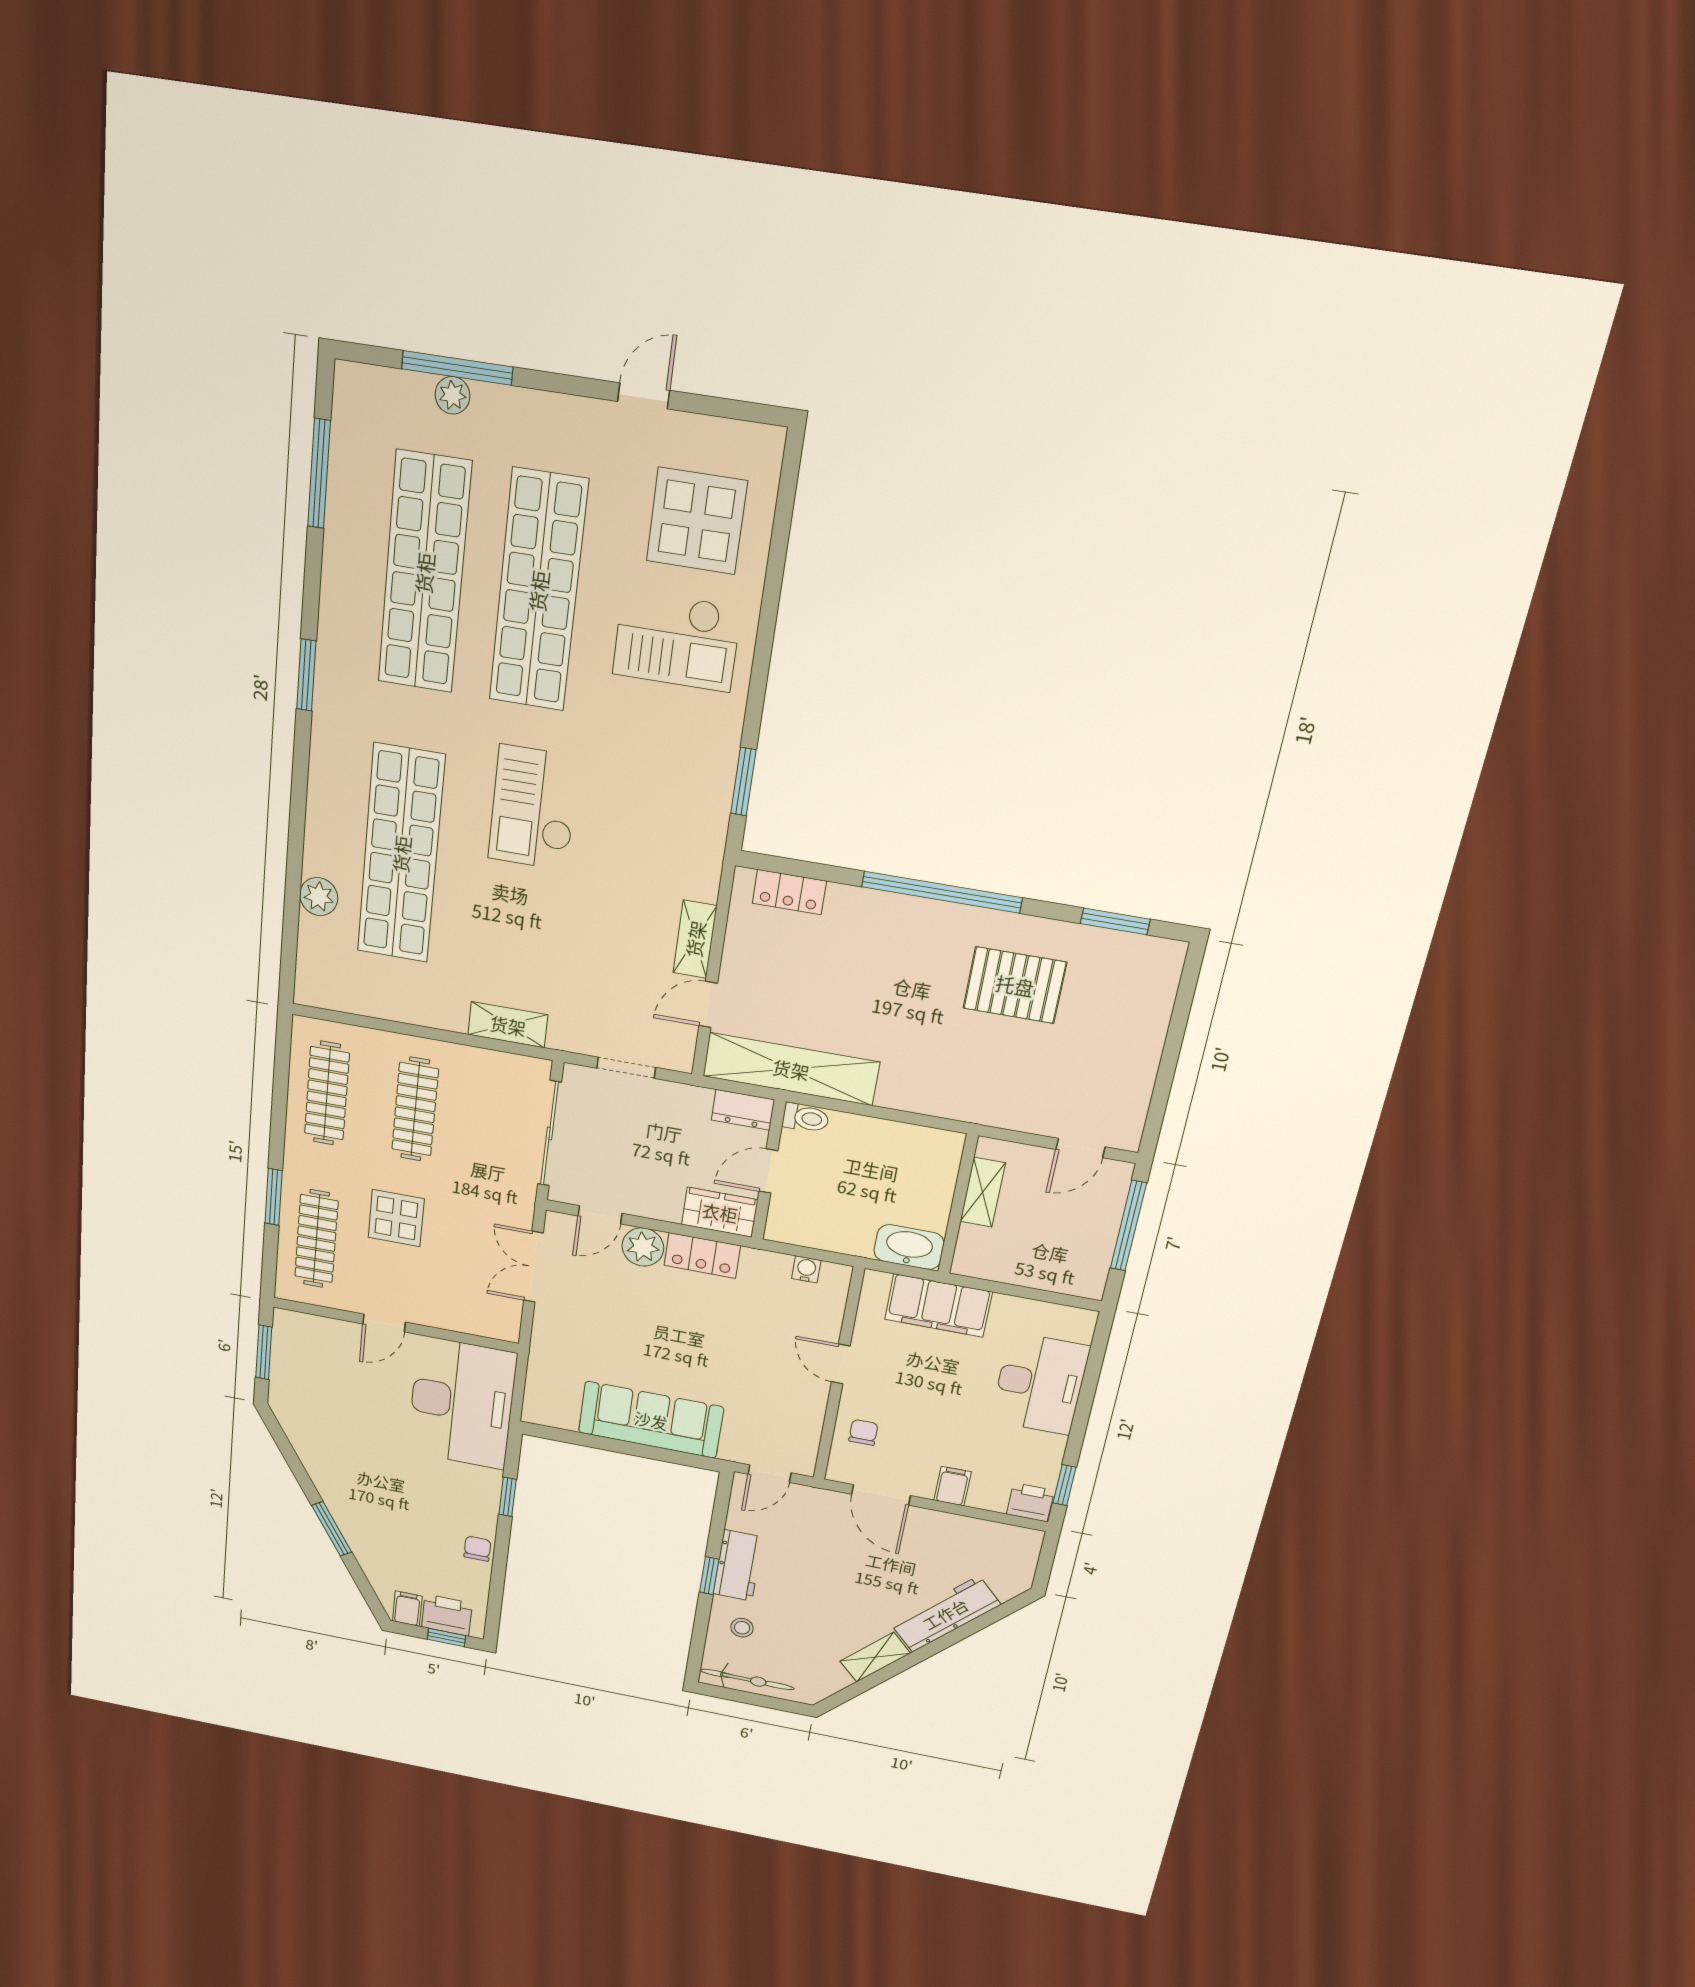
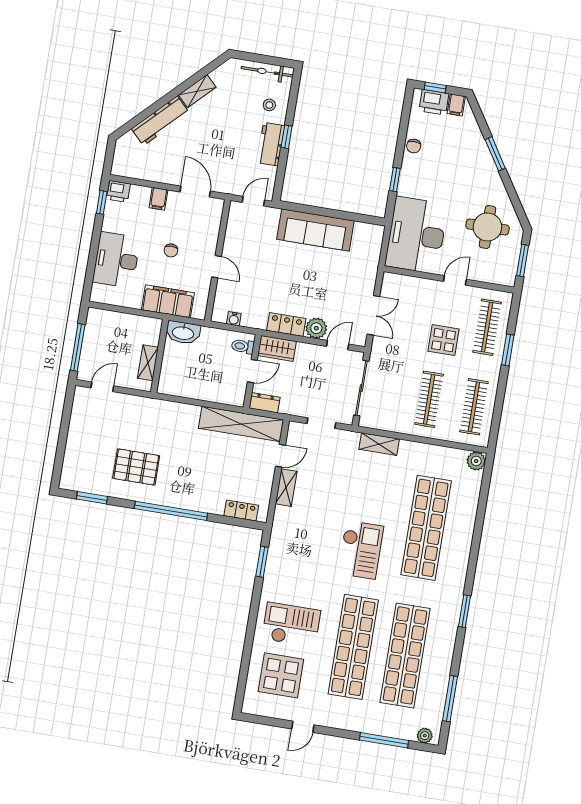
plant: (452, 395) -> (425, 736), moved
plant: (319, 897) -> (476, 461), moved
toilet: (806, 1118) -> (243, 346), moved
round table: (333, 1411) -> (487, 227), added
chair: (863, 1432) -> (171, 250), moved

